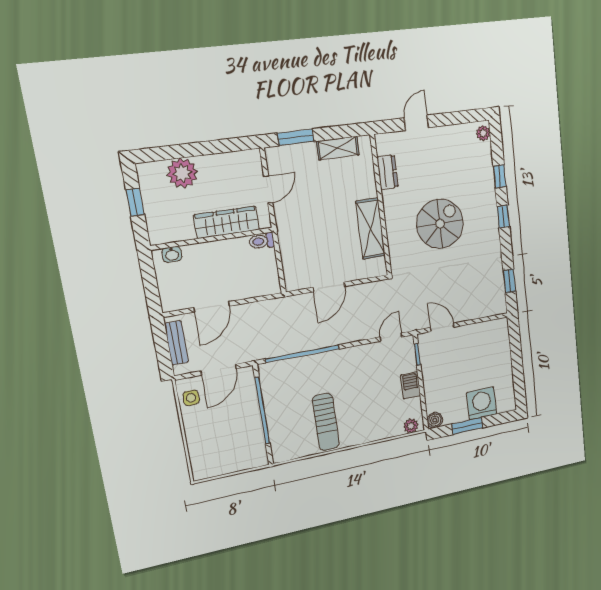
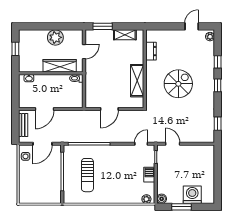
door: (416, 123) -> (192, 26), moved
plant: (182, 173) -> (55, 37), moved
sun lounger: (326, 422) -> (87, 175), moved

